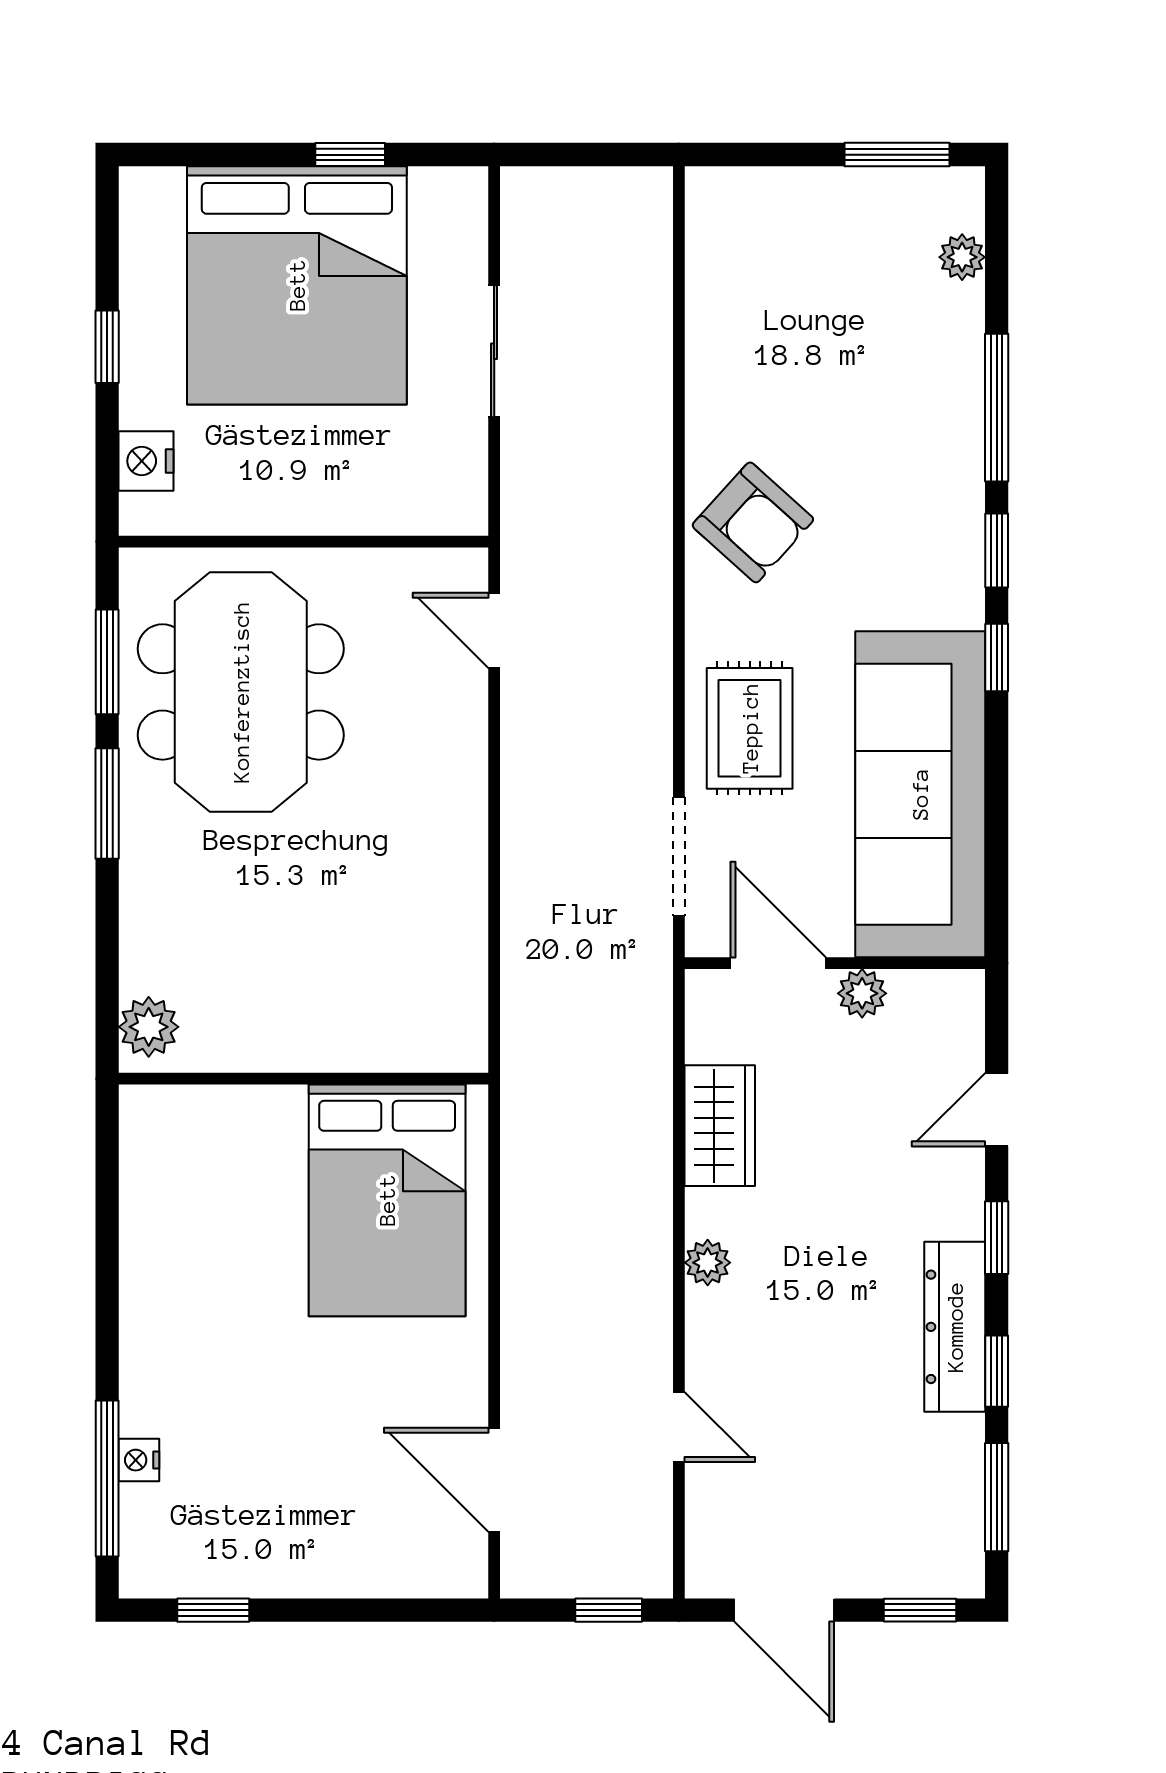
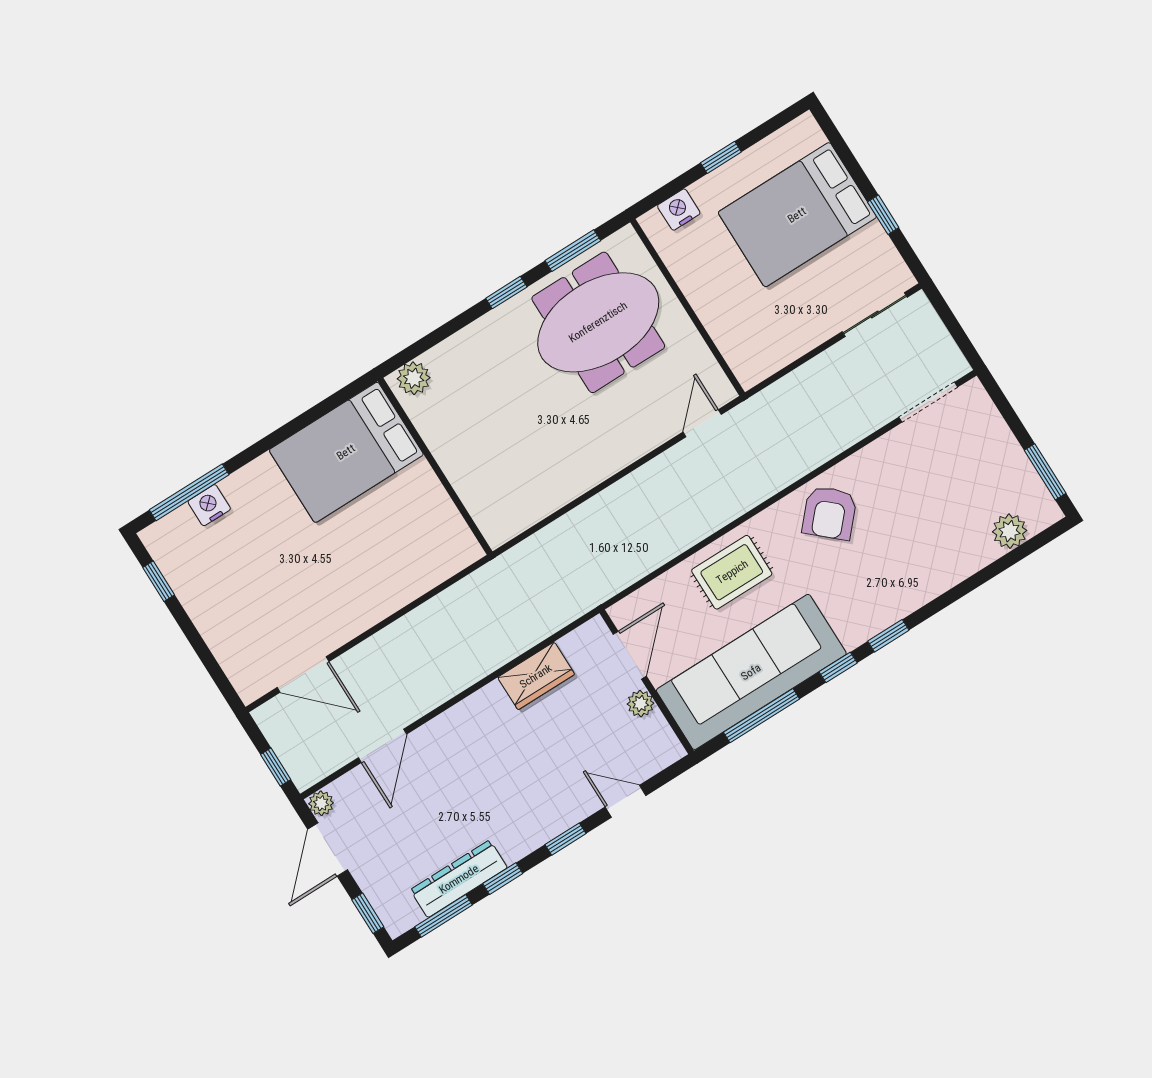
plant: (962, 257) -> (1010, 531), width x1.38, depth x1.38
bed: (297, 285) -> (797, 215), width x0.73
sliding door: (494, 351) -> (875, 315), moved
window: (997, 408) -> (761, 716), moved
window: (107, 803) -> (506, 293), width x0.67
doorway: (679, 856) -> (928, 402), moved
bed: (387, 1200) -> (346, 452), moved
plant: (708, 1263) -> (321, 803), moved
dresser: (955, 1327) -> (459, 879), moved
door: (679, 1427) -> (382, 746), width x1.37
nightstand: (139, 1460) -> (209, 505), width x1.39, depth x1.35
door: (494, 1480) -> (303, 675), swing flipped

